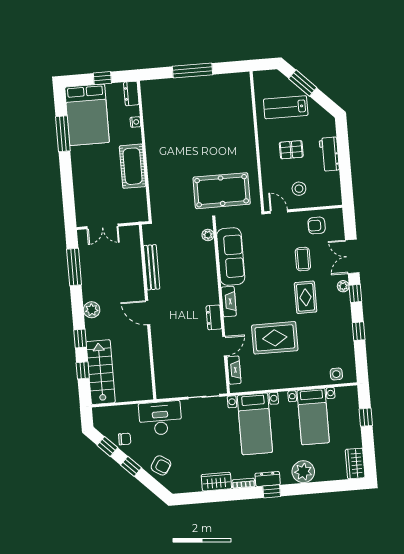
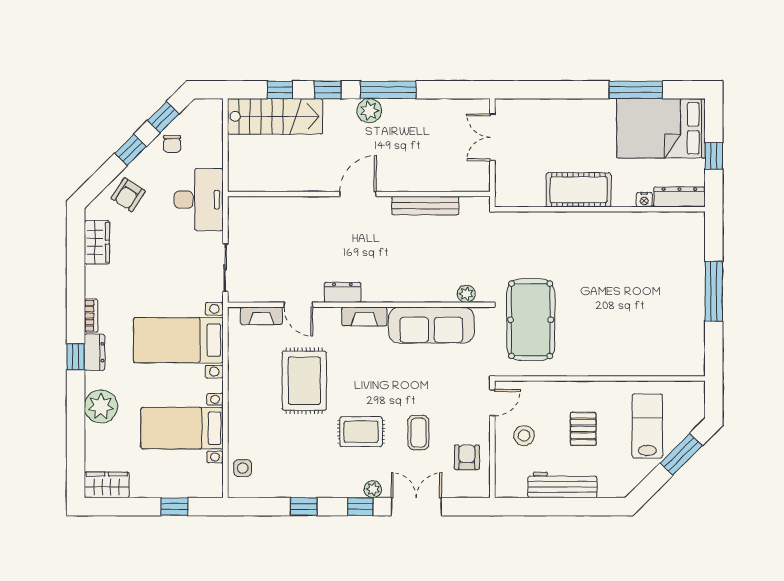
dresser: (131, 93) -> (679, 197), width x1.44
workbench: (329, 154) -> (562, 485), width x1.38
coffee table: (303, 259) -> (418, 433), turned 90
window: (74, 267) -> (388, 90), moved
wardrobe: (216, 482) -> (97, 242), moved

